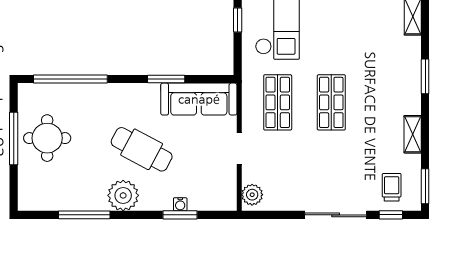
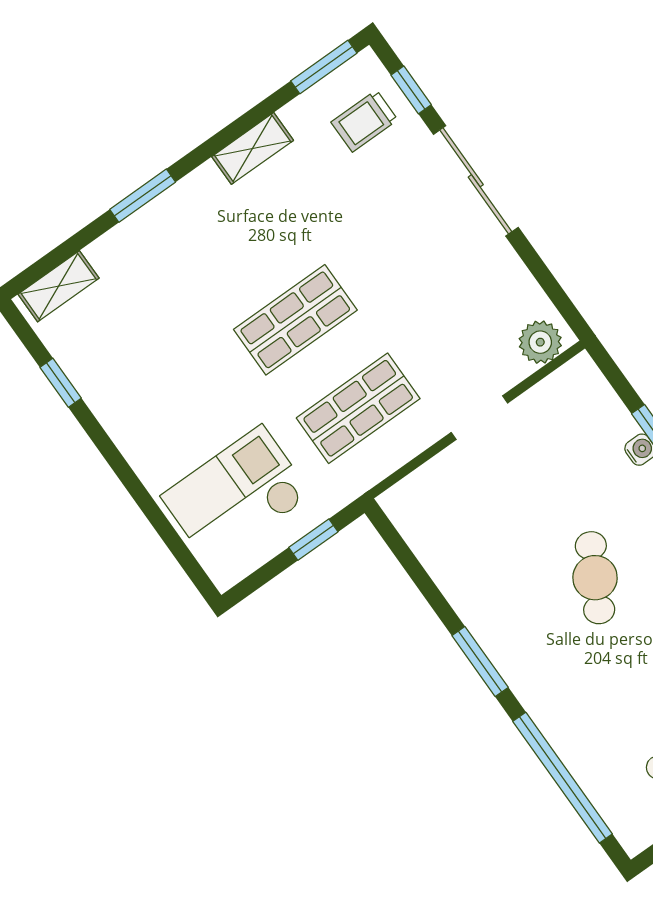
window: (238, 20) -> (313, 540), moved
window: (166, 79) -> (480, 662), moved
sofa: (199, 99) -> (445, 542), removed
cafe table: (142, 149) -> (595, 578), width x0.73, depth x0.74

